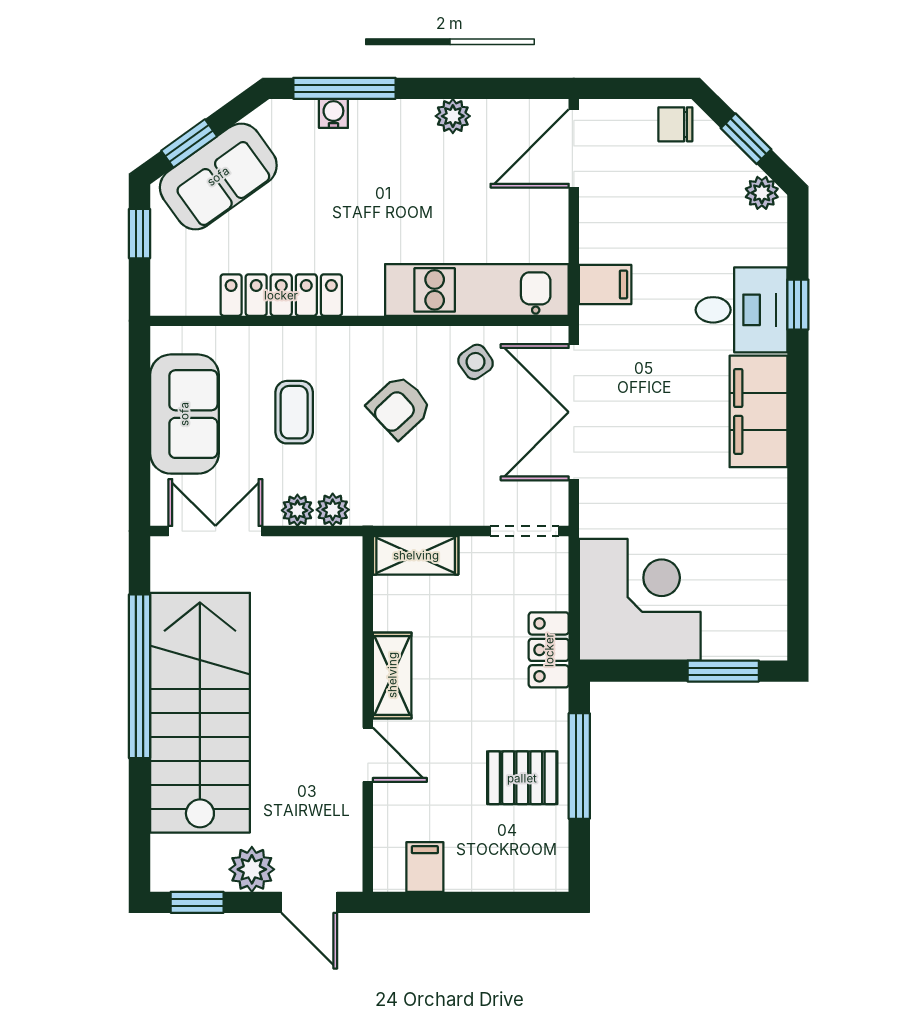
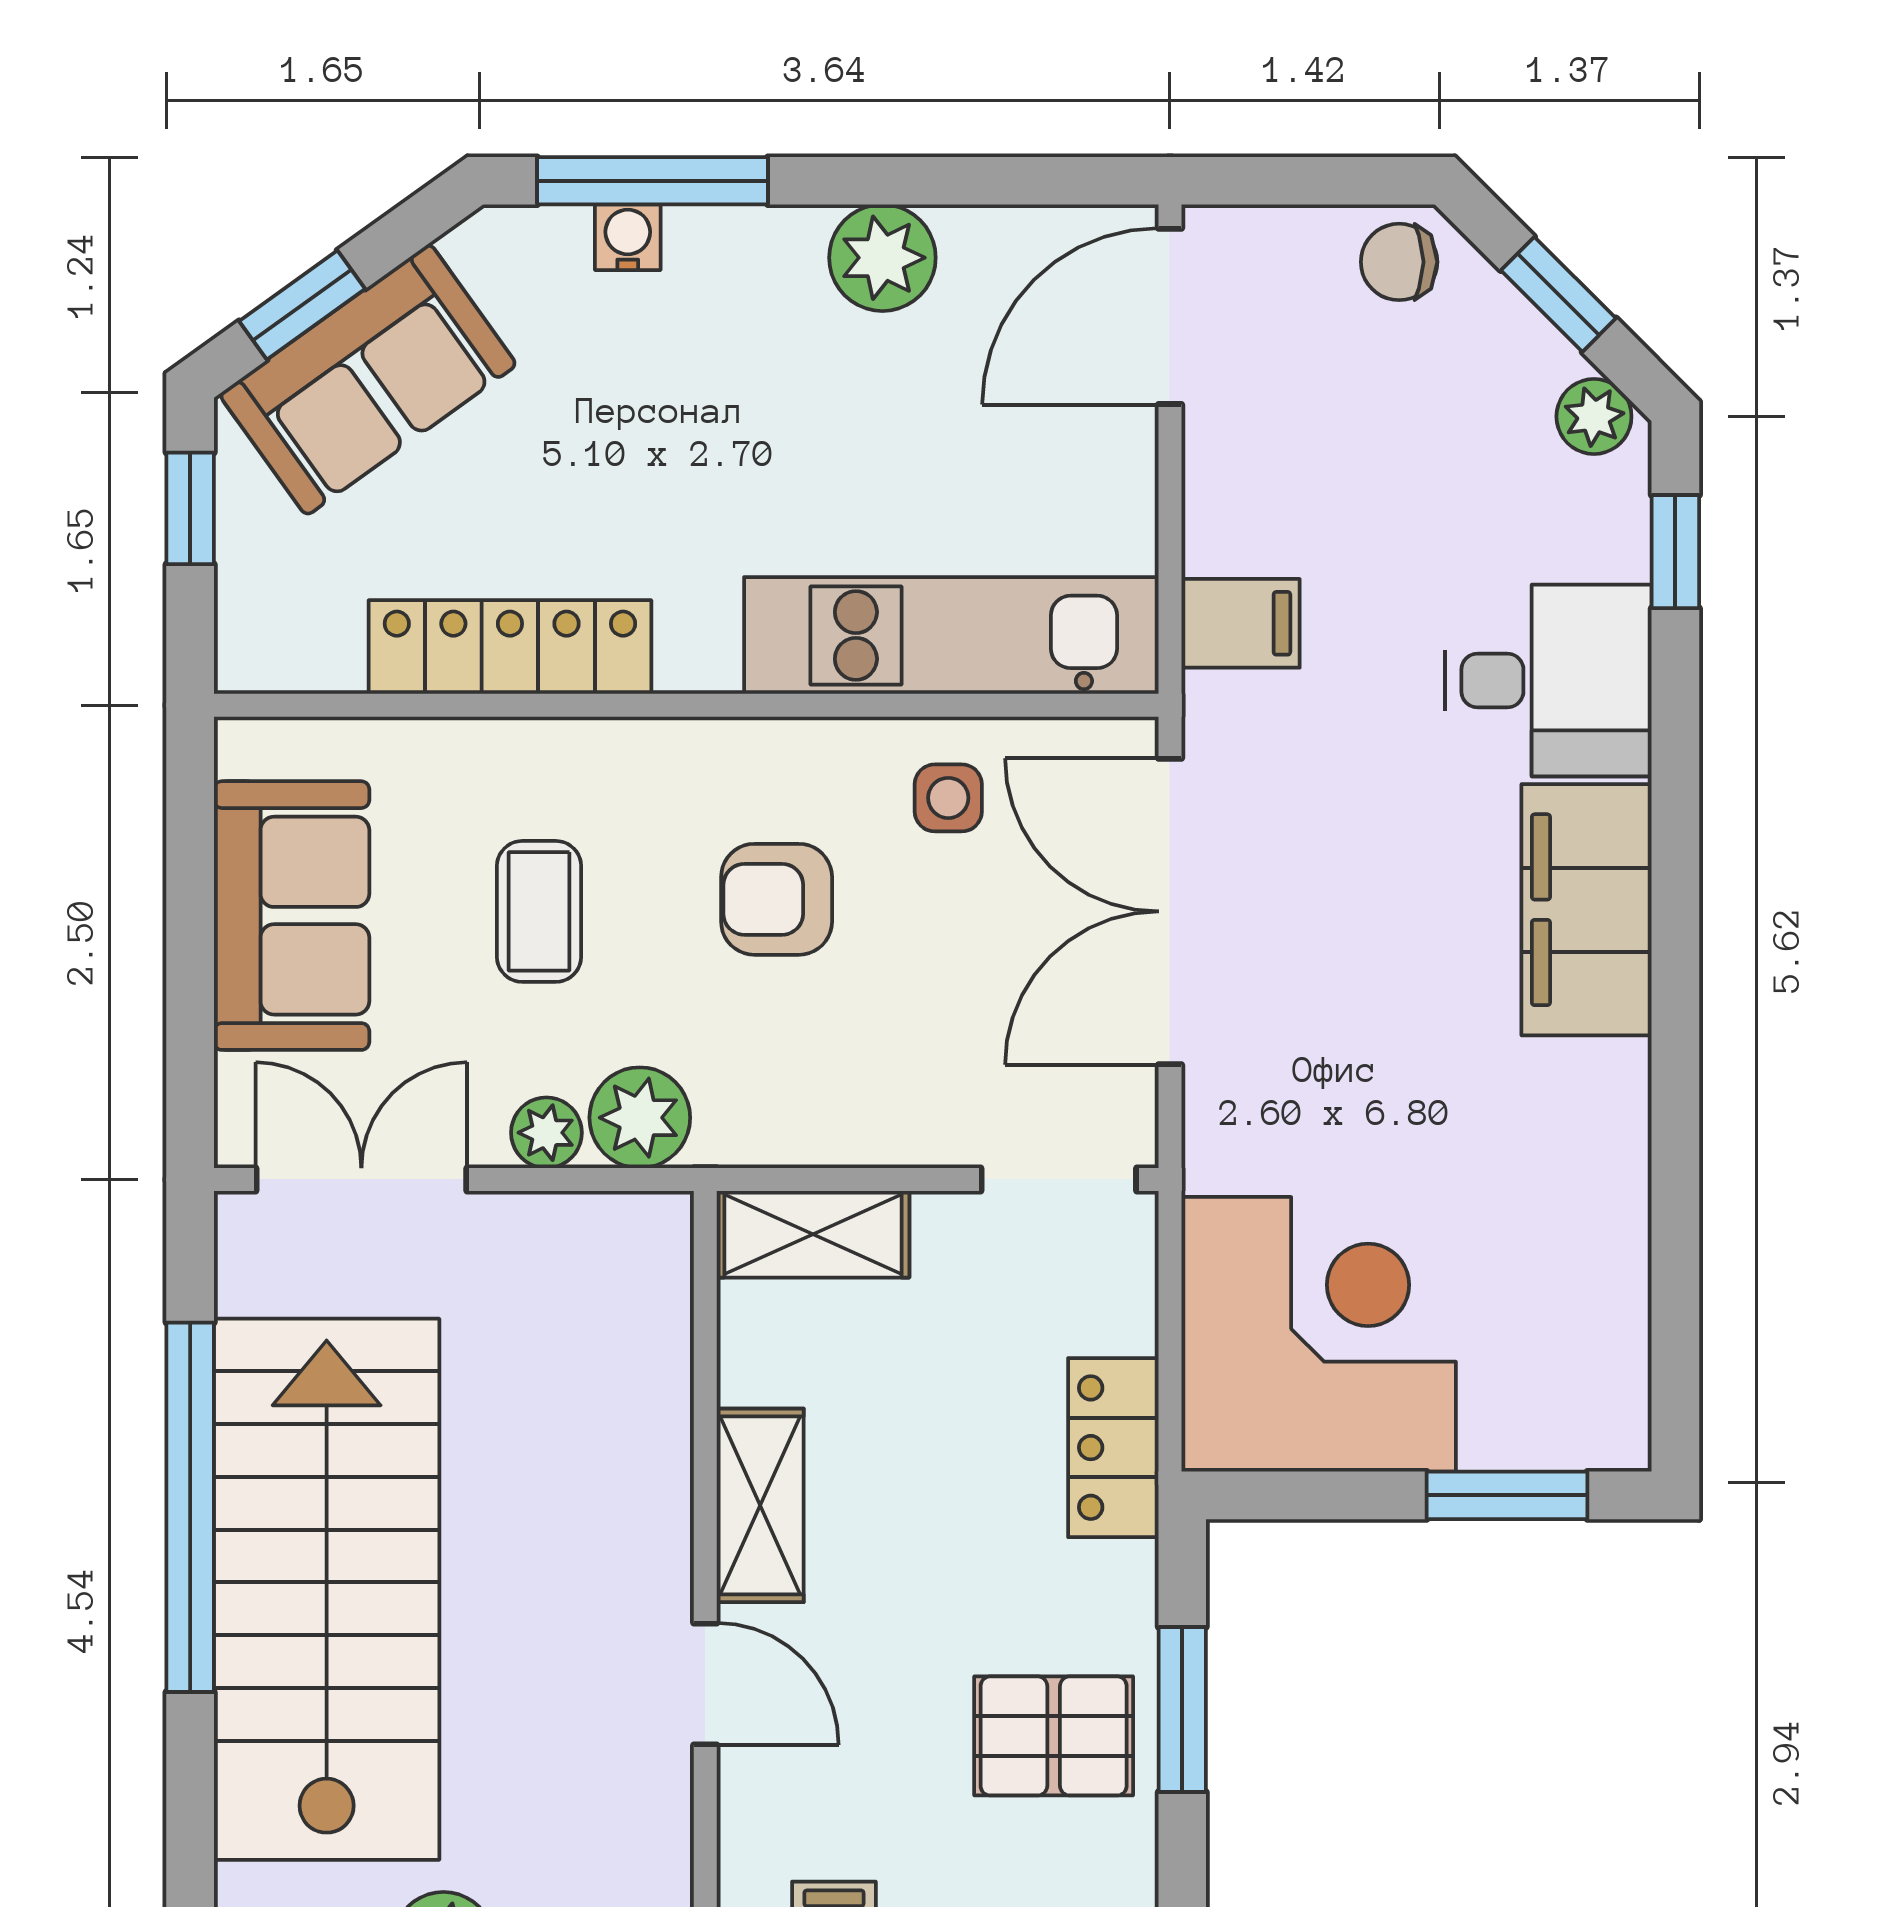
plant: (453, 116) -> (882, 258), width x1.38, depth x1.38
window: (798, 305) -> (1675, 552), moved
side table: (476, 362) -> (948, 798), turned 35
armchair: (399, 407) -> (777, 899), turned 43
plant: (333, 510) -> (640, 1118), width x1.38, depth x1.38
window: (579, 766) -> (1182, 1709), width x0.69

